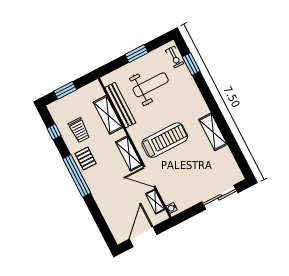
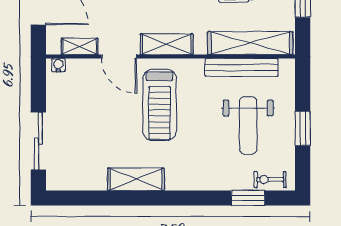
shelving: (108, 115) -> (250, 43), width x1.47
door: (149, 177) -> (119, 57), swing flipped

